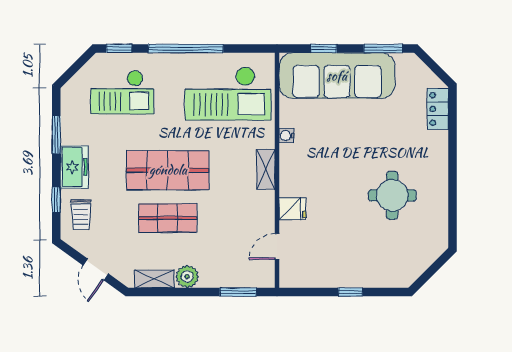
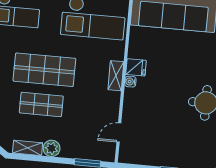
water cooler: (287, 136) -> (130, 82), moved
fridge: (292, 209) -> (136, 67), moved

